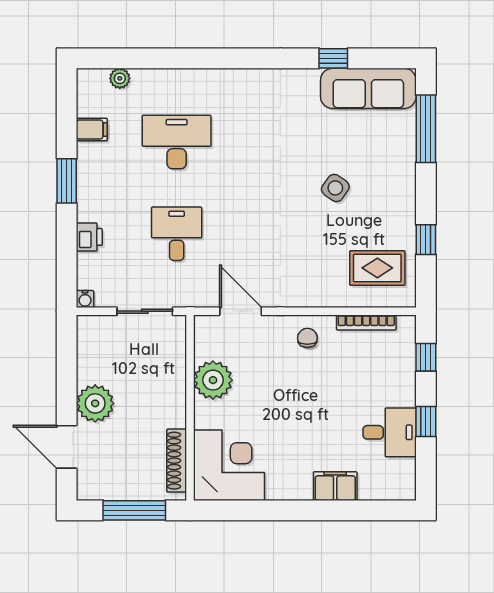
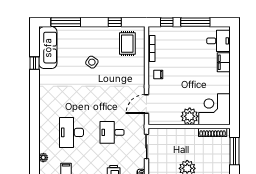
plant: (213, 380) -> (190, 116), moved
window: (426, 422) -> (195, 22), width x2.17
desk: (390, 432) -> (219, 41), moved, turned 90

